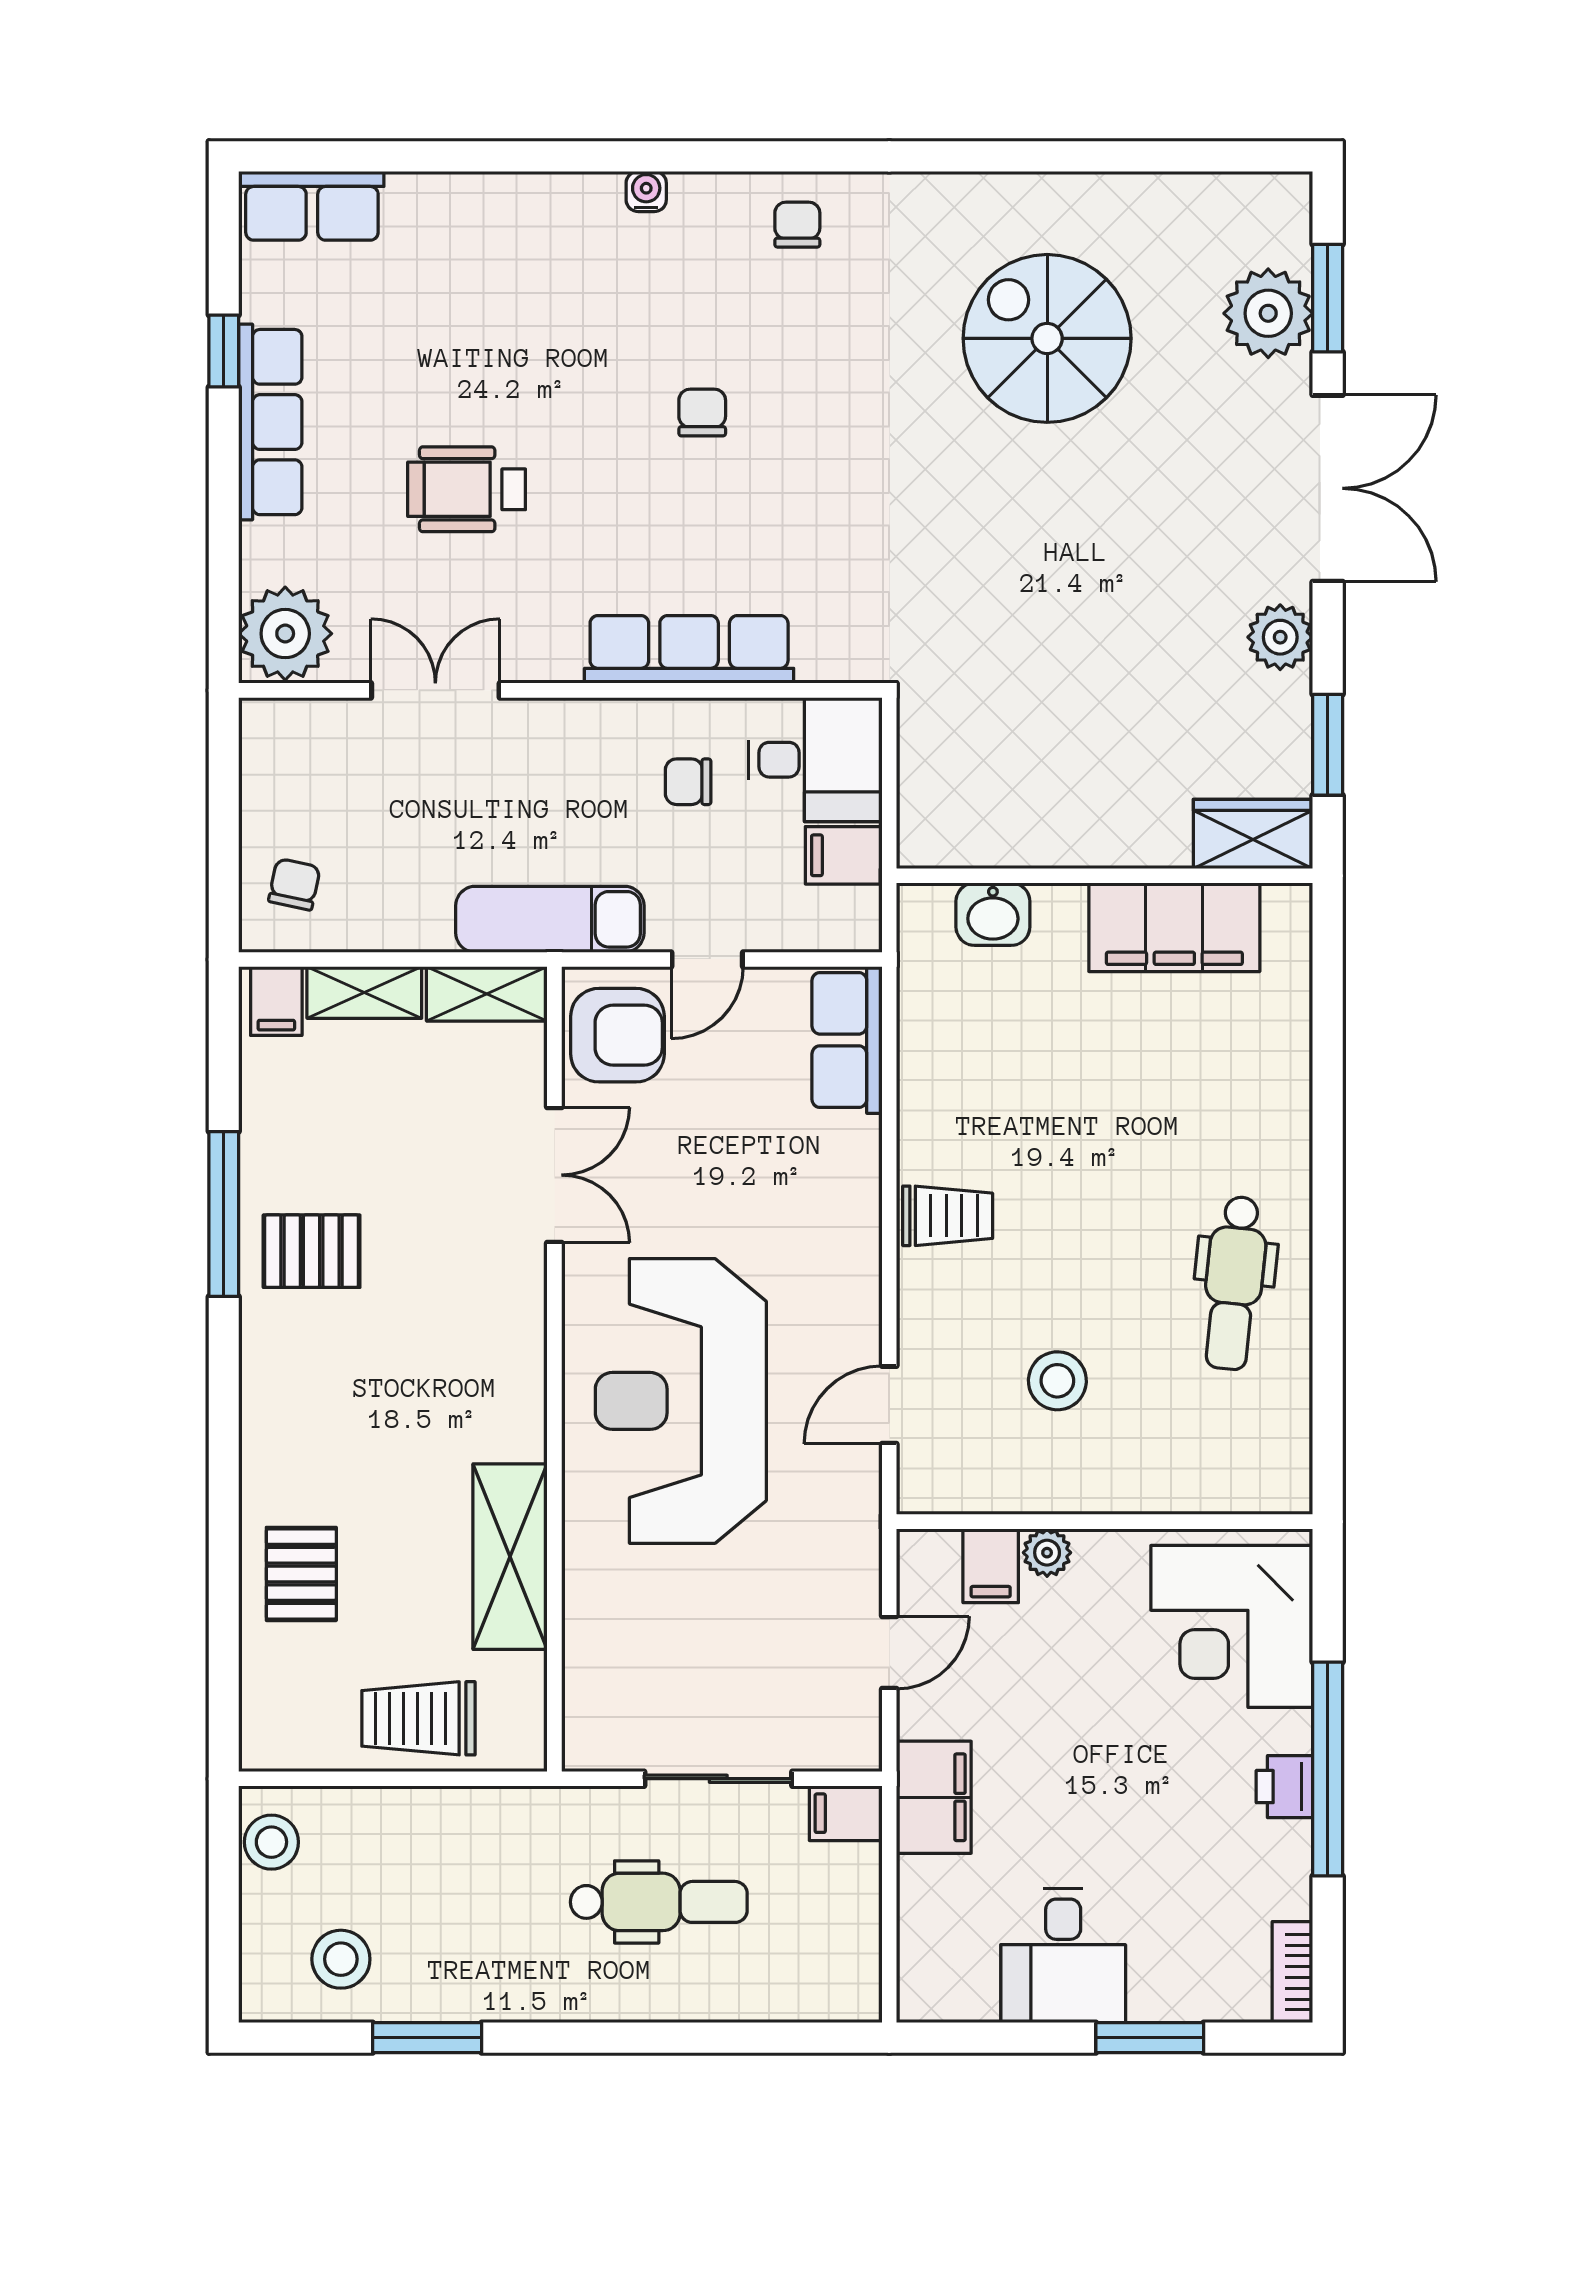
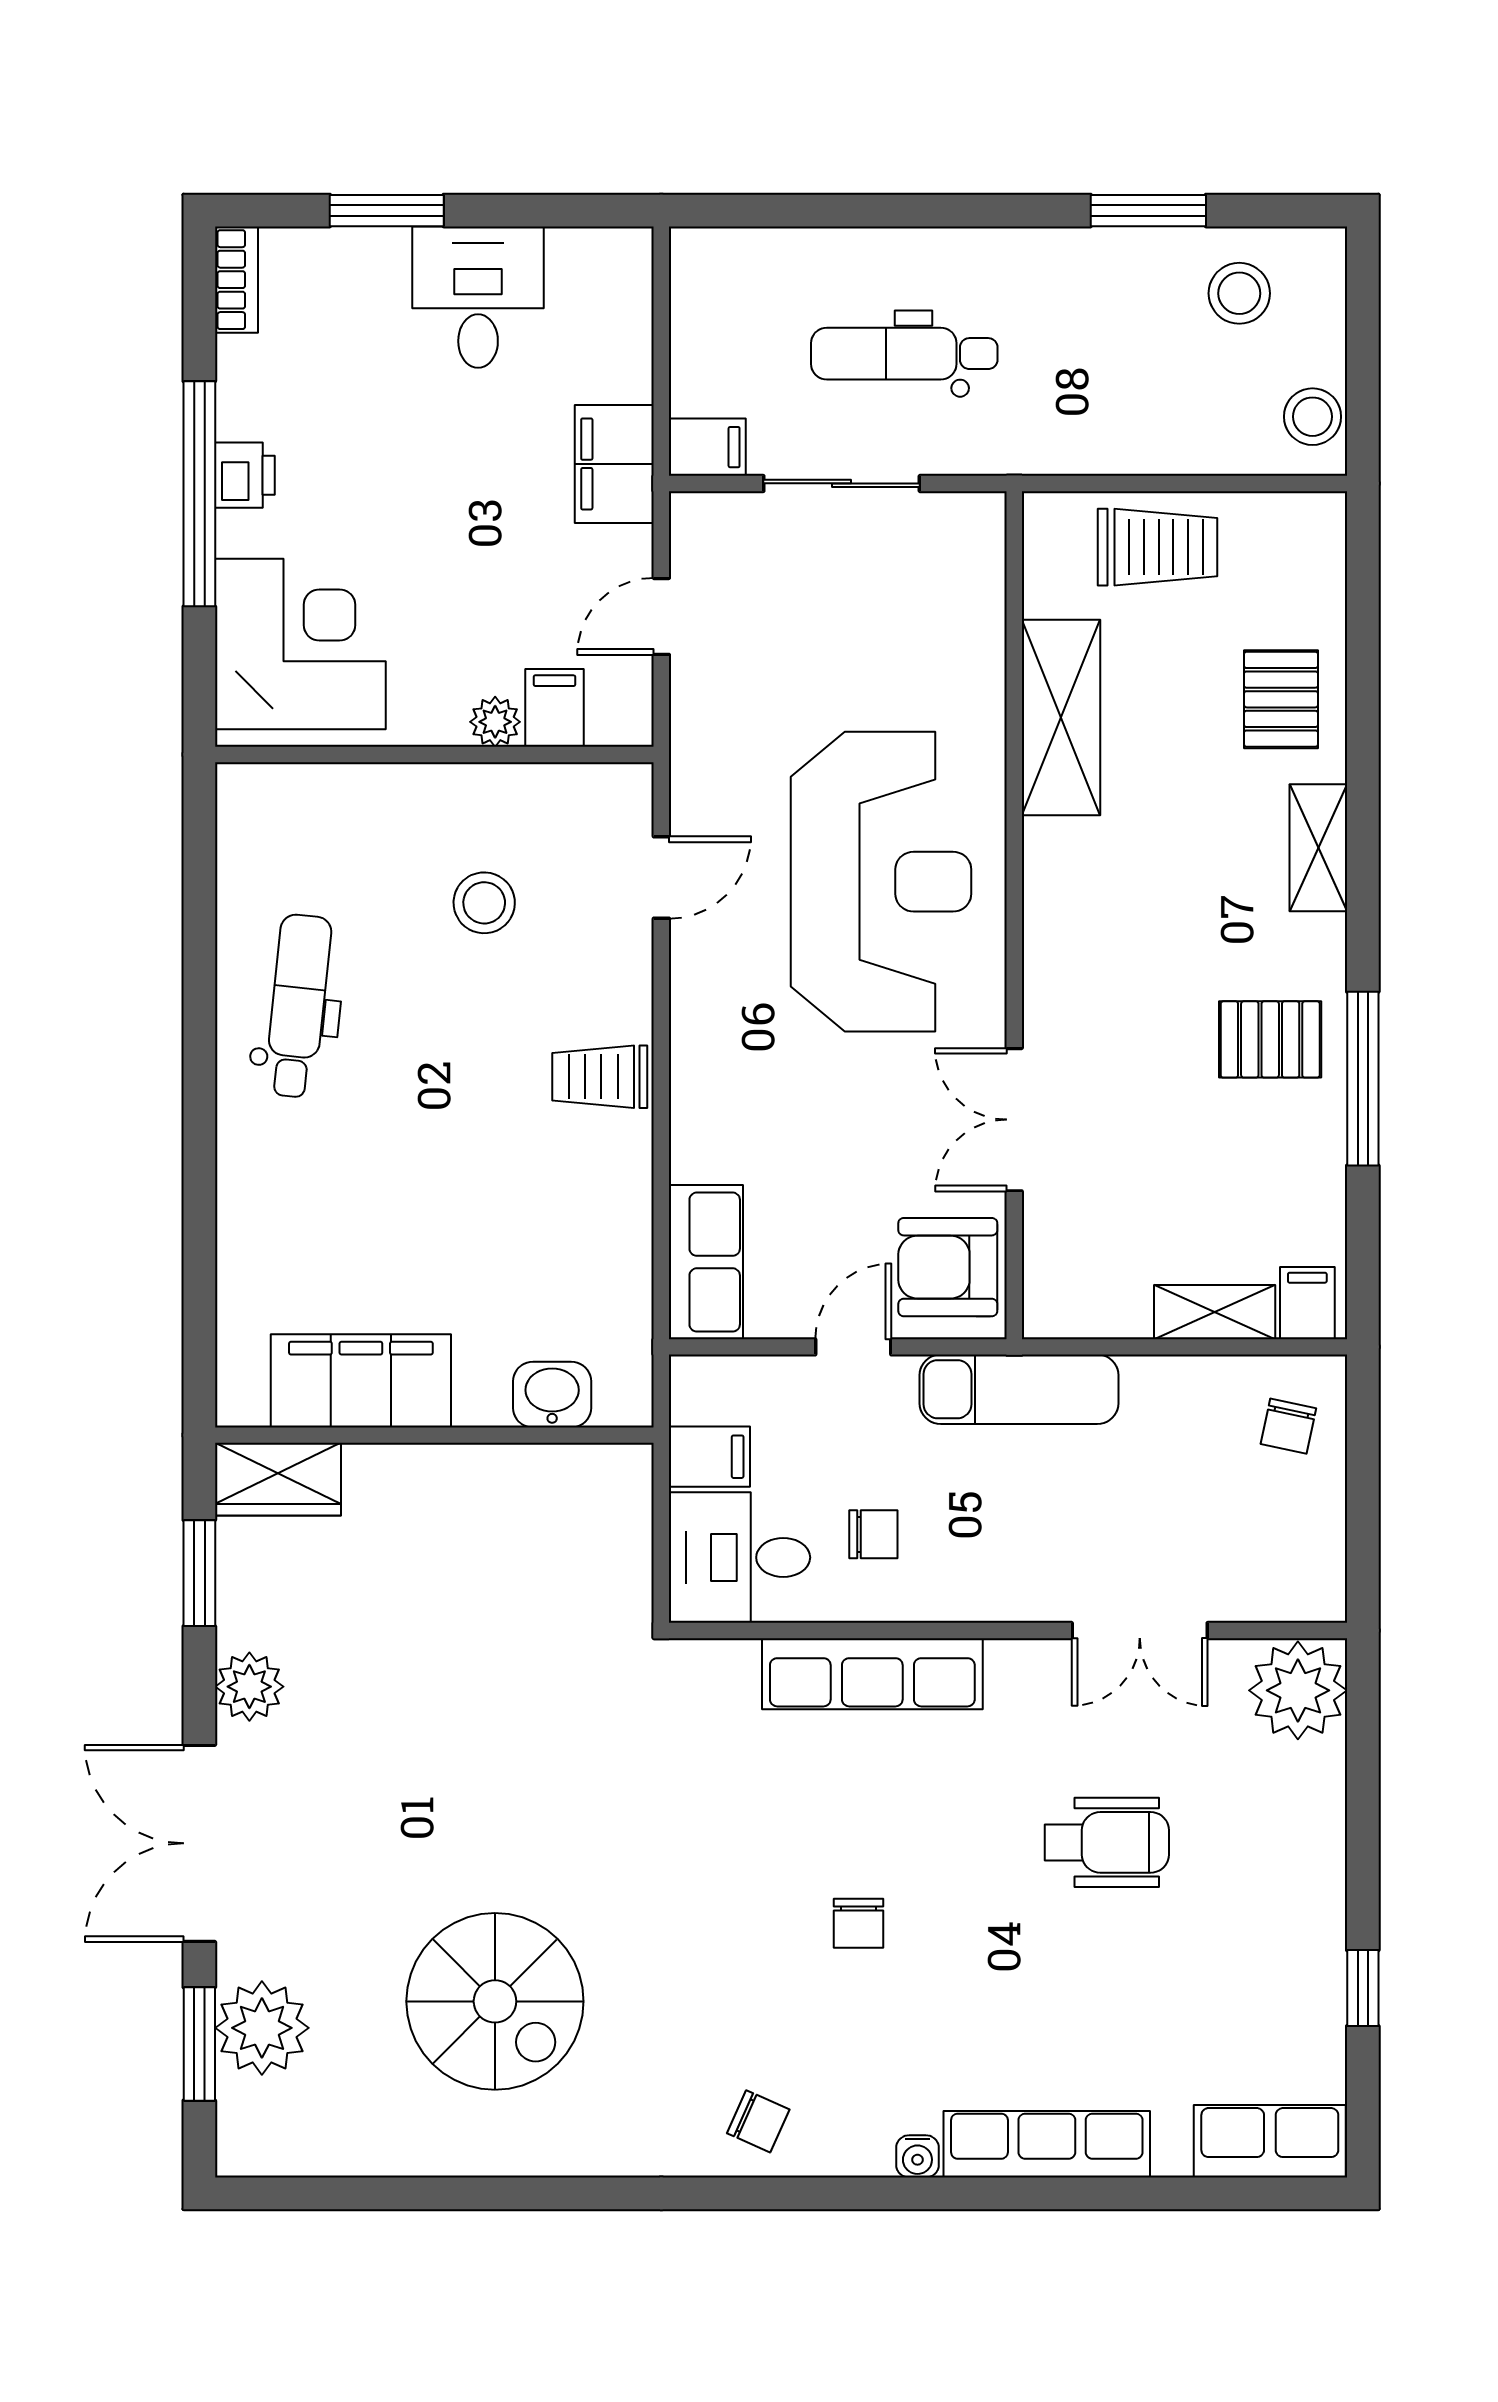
chair: (797, 225) -> (758, 2121), turned -66
row of seats: (270, 422) -> (1047, 2144), moved, turned 90
shelving: (487, 994) -> (1318, 848), moved, turned 90

